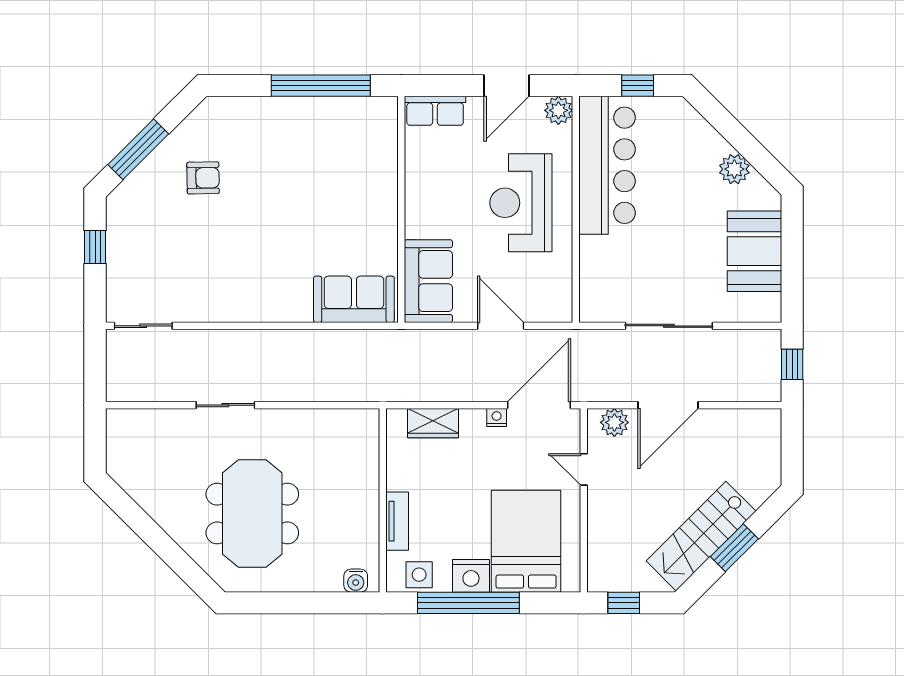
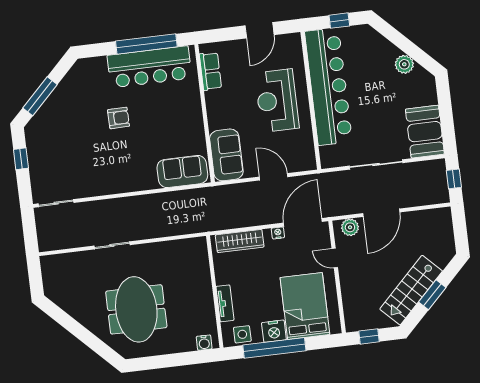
plant: (558, 110) -> (293, 41), removed
row of seats: (435, 111) -> (210, 71), moved, turned -90
bar counter: (321, 123) -> (149, 67), added
bar counter: (607, 165) -> (328, 87), width x1.36
armchair: (203, 178) -> (118, 118), moved
booth: (754, 251) -> (425, 132), moved
wardrobe: (433, 423) -> (240, 241), width x1.50

